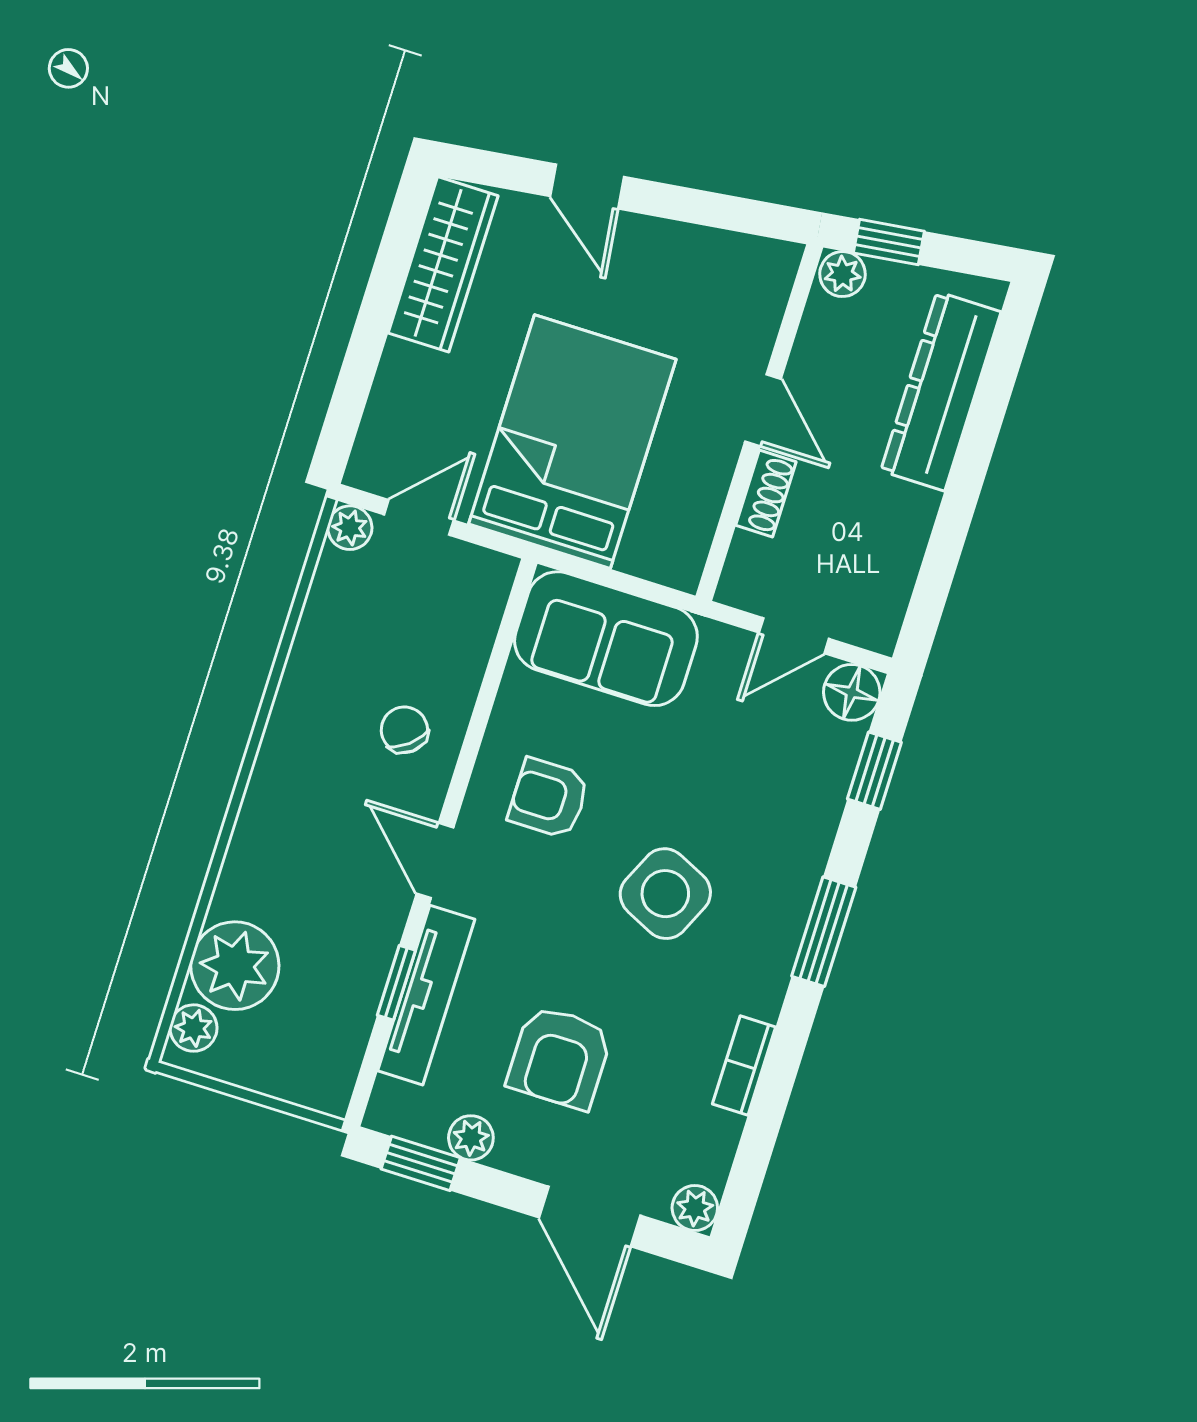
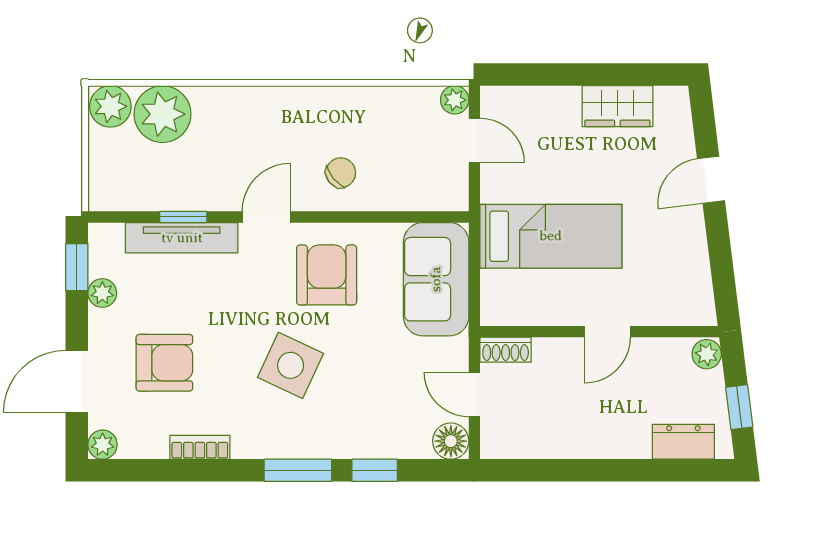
window: (889, 242) -> (739, 407), moved
wardrobe: (443, 264) -> (617, 106), width x0.67
dresser: (941, 391) -> (683, 442), width x0.51, depth x0.80
bed: (572, 442) -> (551, 236), width x0.67
shoe rack: (766, 494) -> (506, 350), moved
window: (874, 771) -> (375, 470), moved
armchair: (549, 798) -> (327, 275), width x1.38, depth x1.38
plant: (194, 1028) -> (110, 106), width x1.38, depth x1.38
armchair: (560, 1057) -> (164, 363), moved, turned 180

